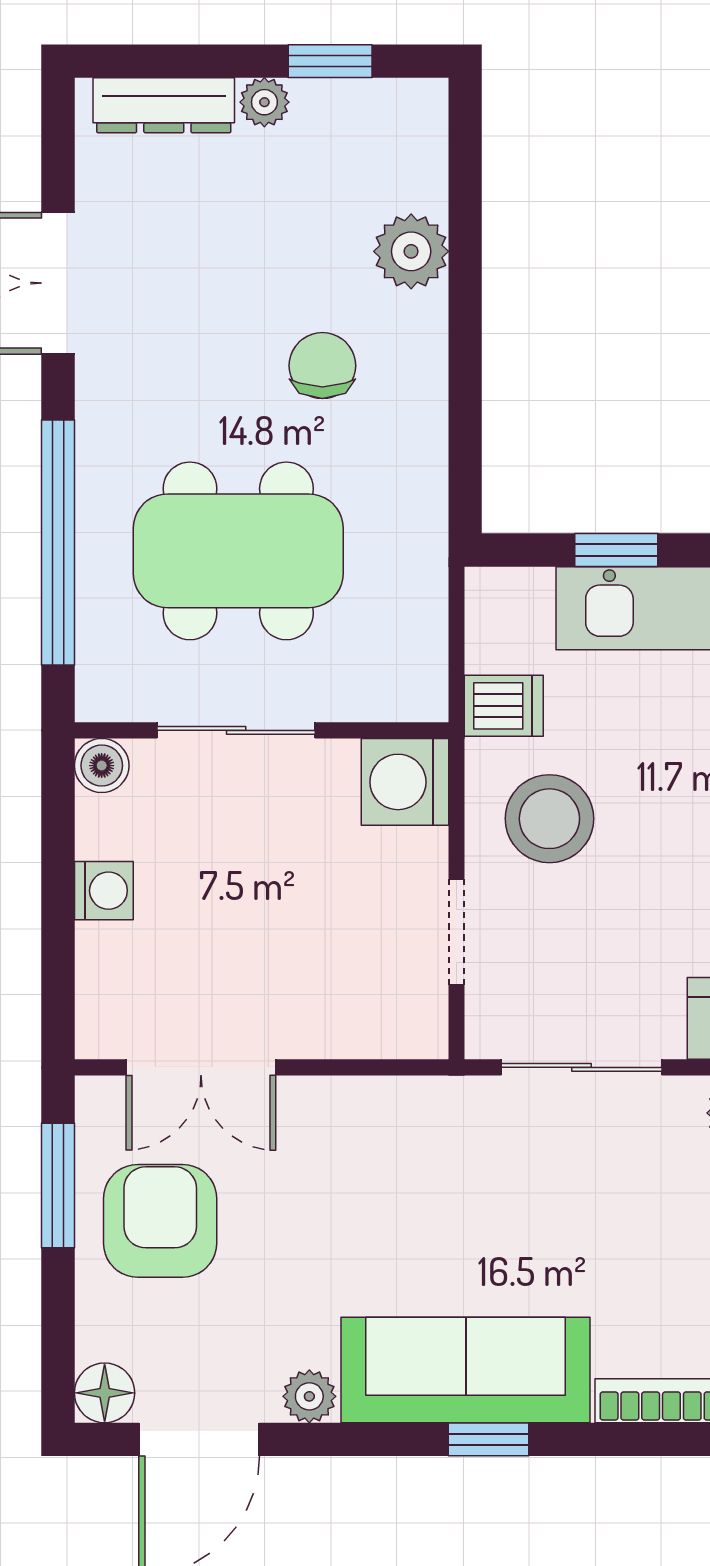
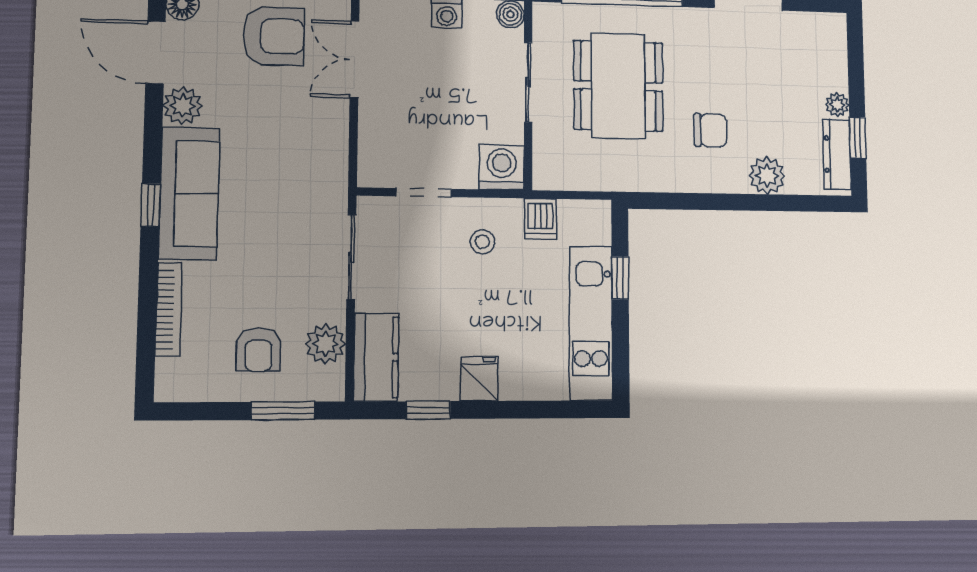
dresser: (164, 105) -> (837, 154), moved
stool: (549, 819) -> (482, 242), width x0.53, depth x0.53
plant: (309, 1396) -> (183, 106), width x1.38, depth x1.38

